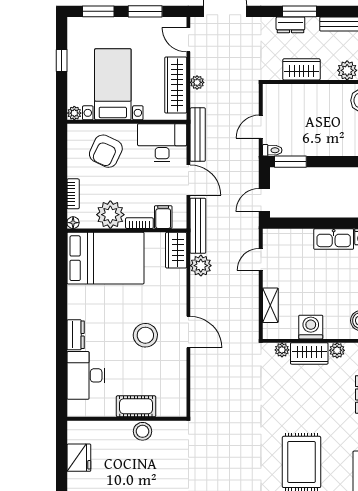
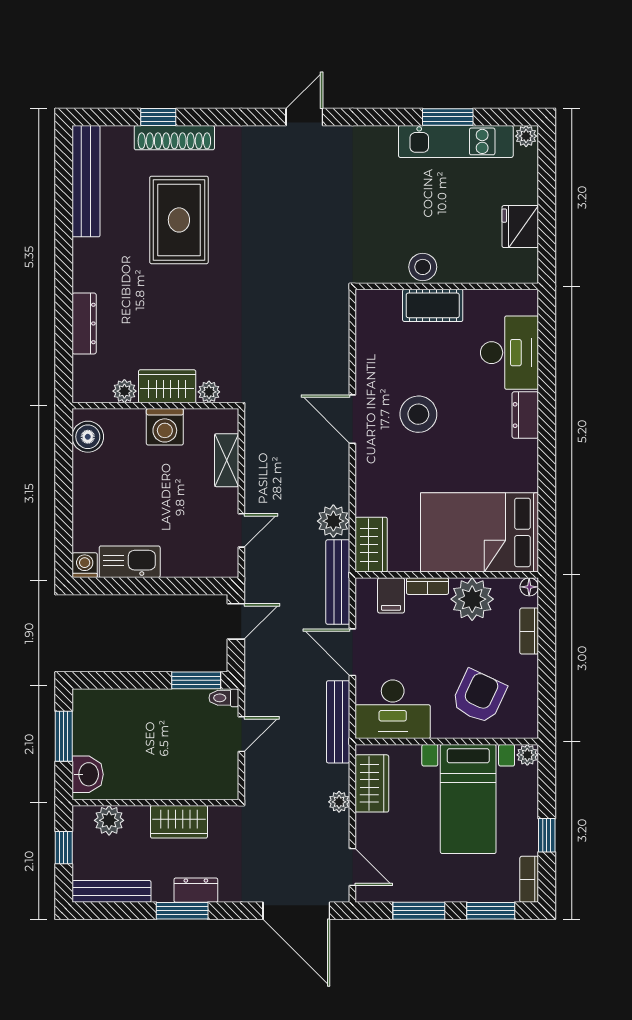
bookcase: (73, 32) -> (529, 879), added
wardrobe: (176, 85) -> (372, 783), width x0.67

